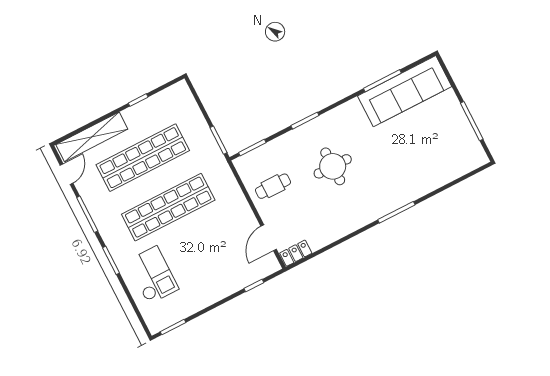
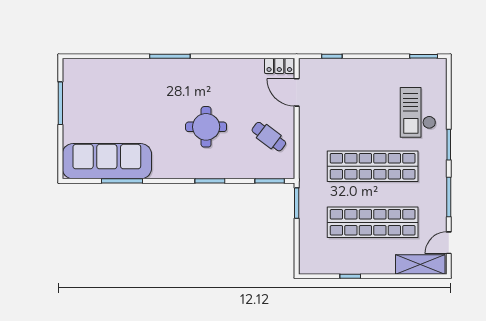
shelving: (92, 137) -> (420, 265), width x0.68
cafe table: (273, 186) -> (269, 137), turned 37
door: (269, 238) -> (297, 92), swing flipped

